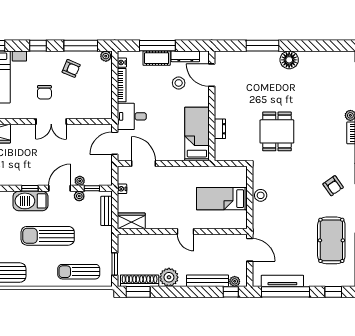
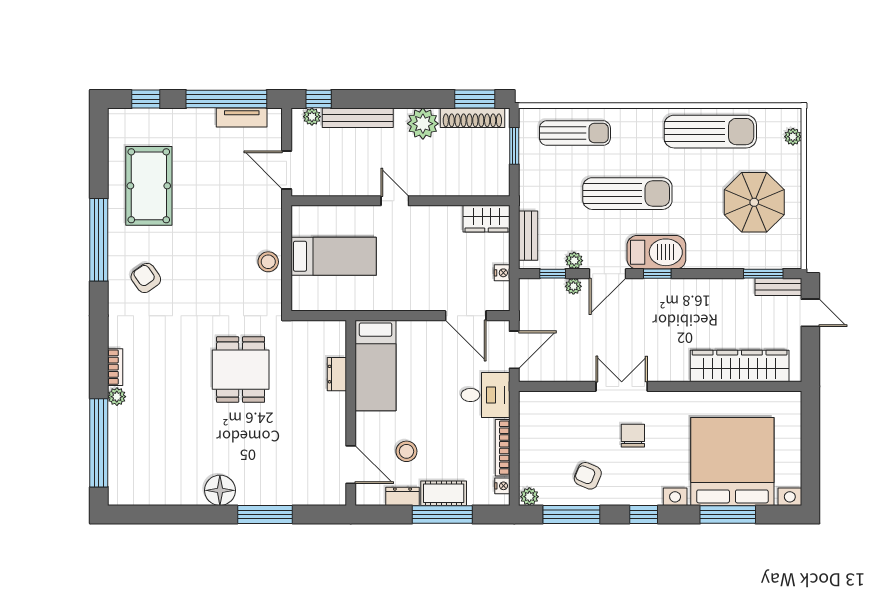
dresser: (185, 56) -> (402, 496), width x0.70
tv unit: (282, 281) -> (242, 118), width x0.71

